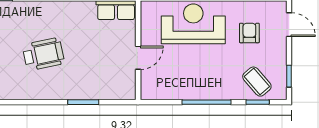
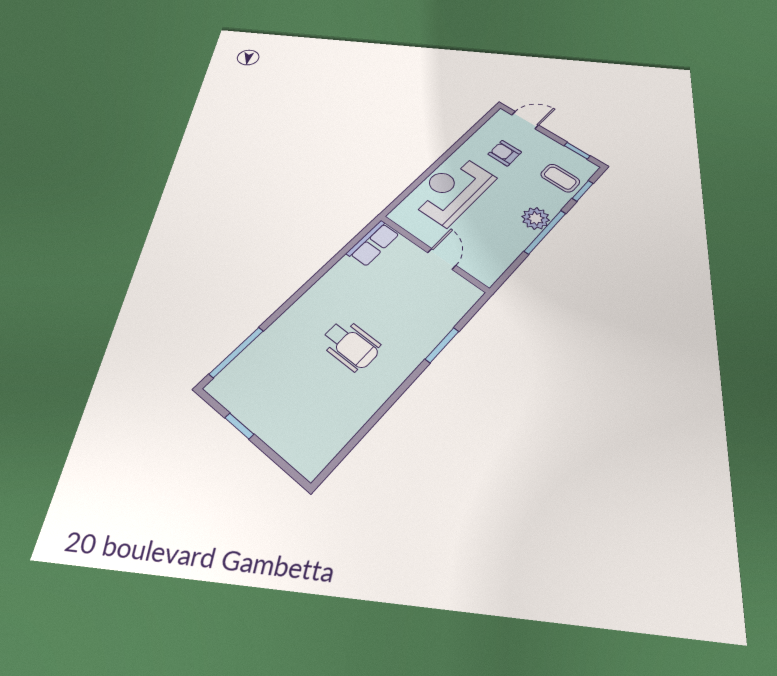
wheelchair: (43, 54) -> (351, 345), turned 102
coffee table: (257, 82) -> (560, 178), turned 41
plant: (212, 89) -> (536, 218), added

